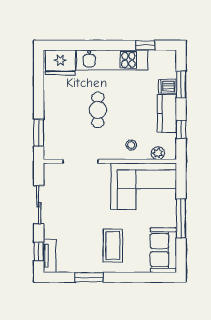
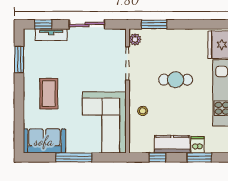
plant: (158, 153) -> (135, 39), moved
coffee table: (113, 246) -> (49, 94), turned 90
tv unit: (50, 256) -> (51, 35), moved
window: (89, 277) -> (19, 60), moved

